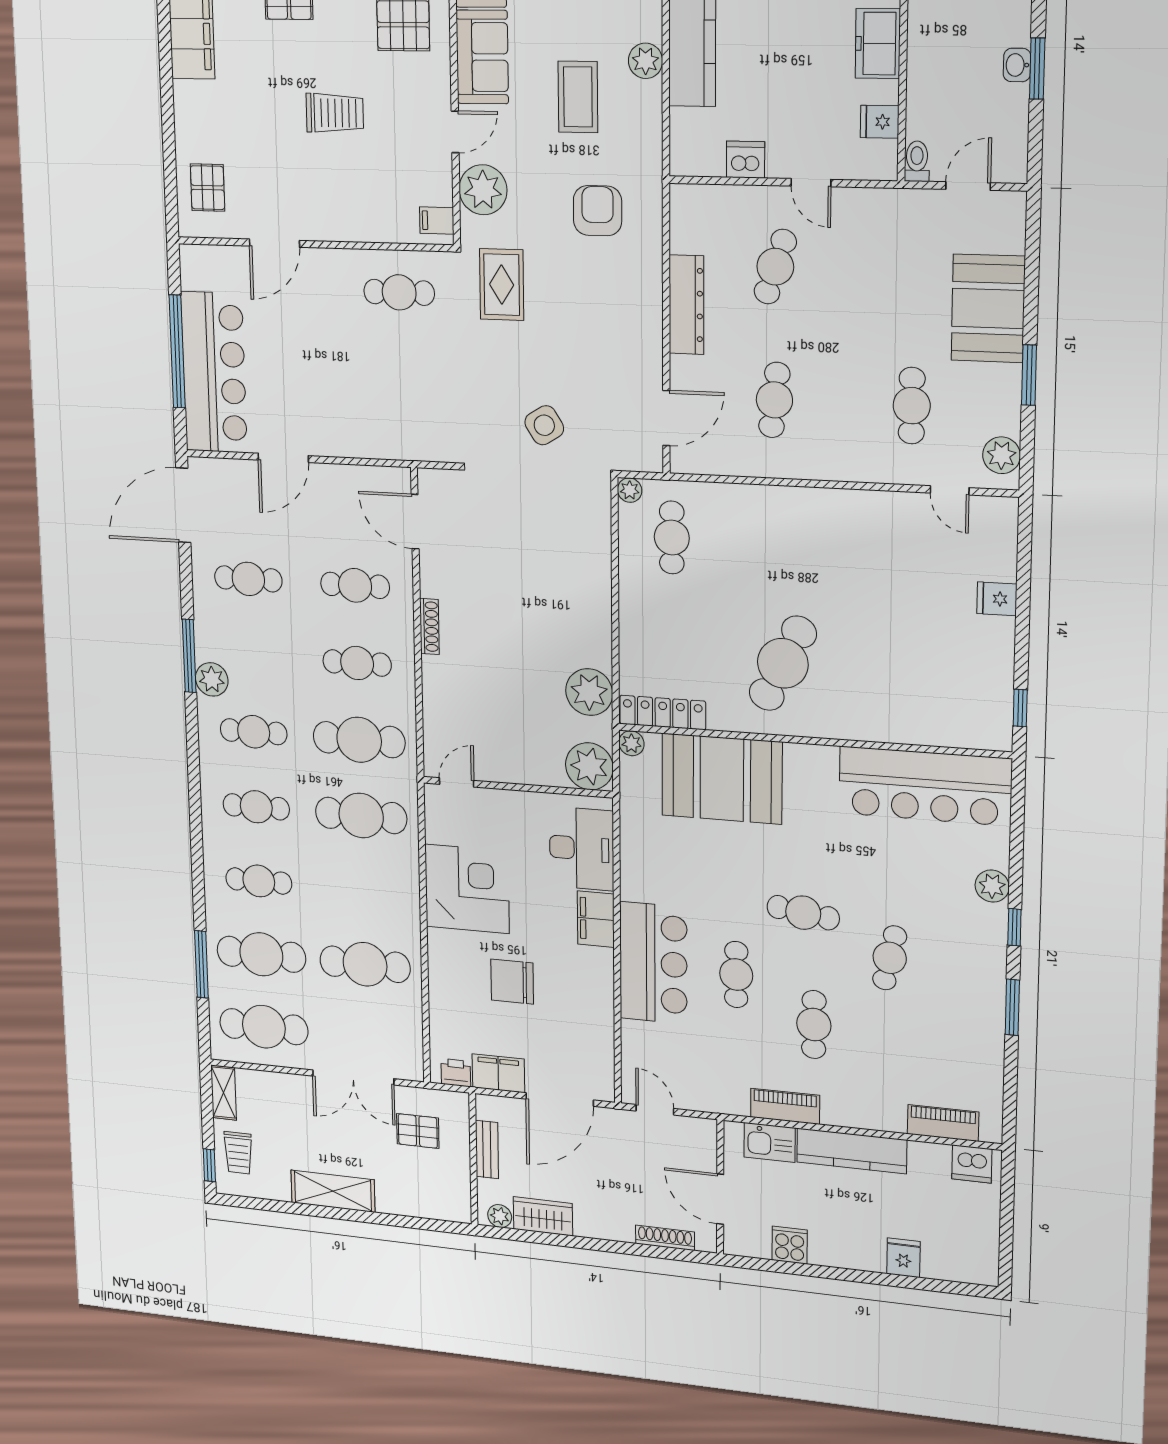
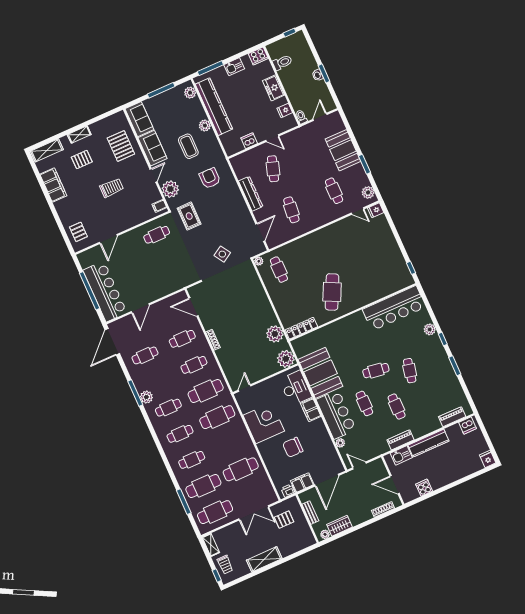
fridge: (997, 599) -> (376, 210), moved
plant: (631, 743) -> (340, 443), moved
booth: (722, 779) -> (320, 373), moved, turned 90
fridge: (903, 1258) -> (488, 459), moved

